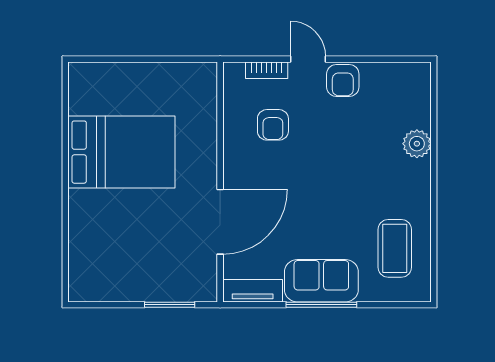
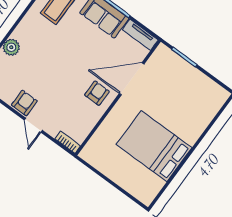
bookcase: (267, 70) -> (68, 142), moved
armchair: (273, 125) -> (97, 93), moved

